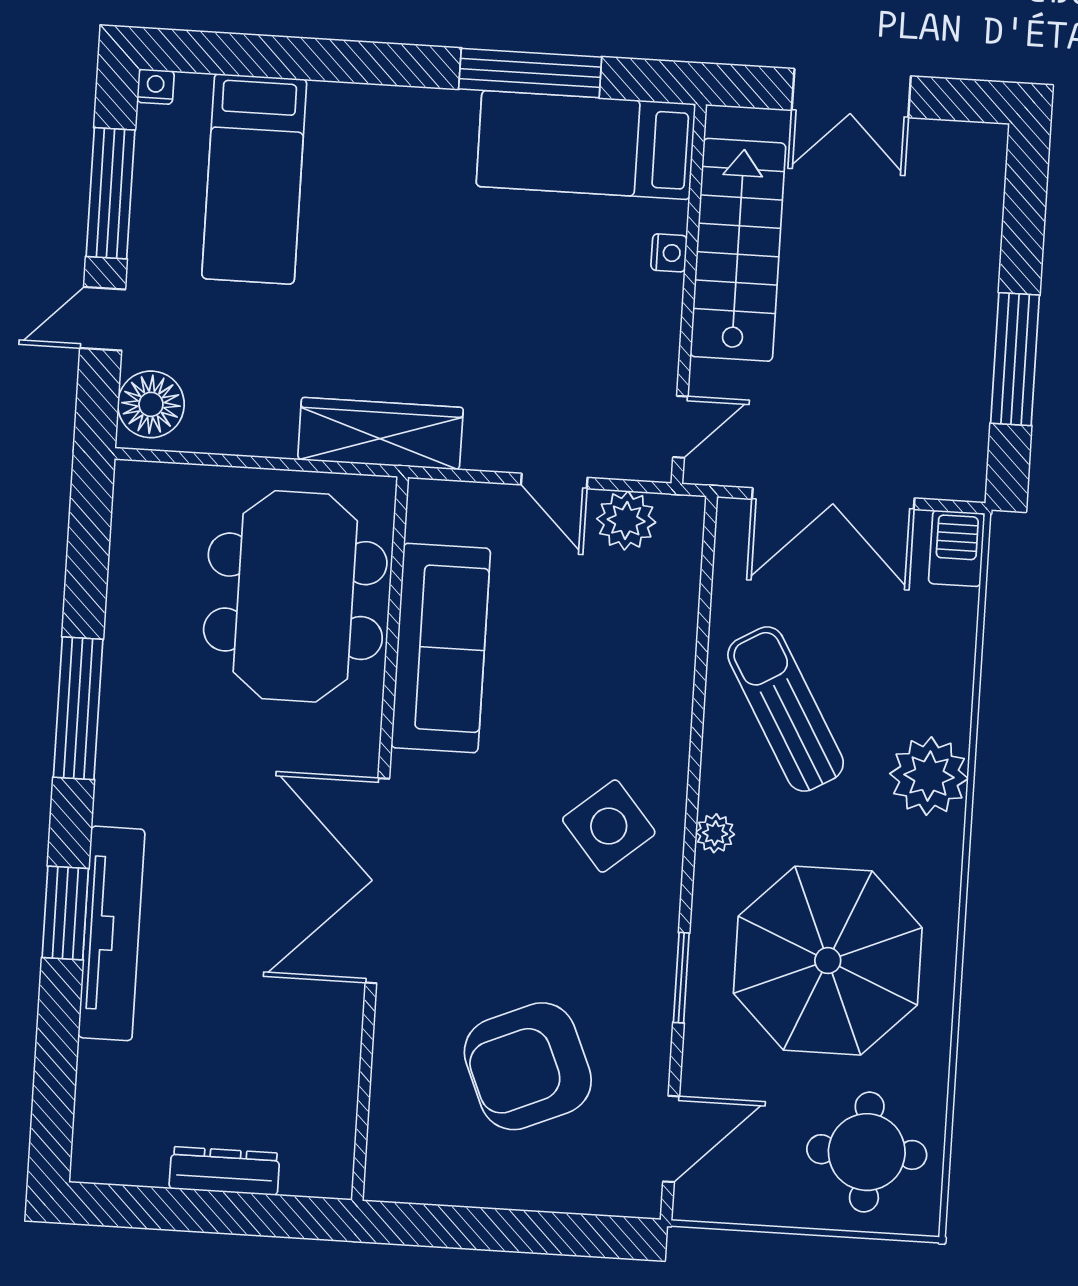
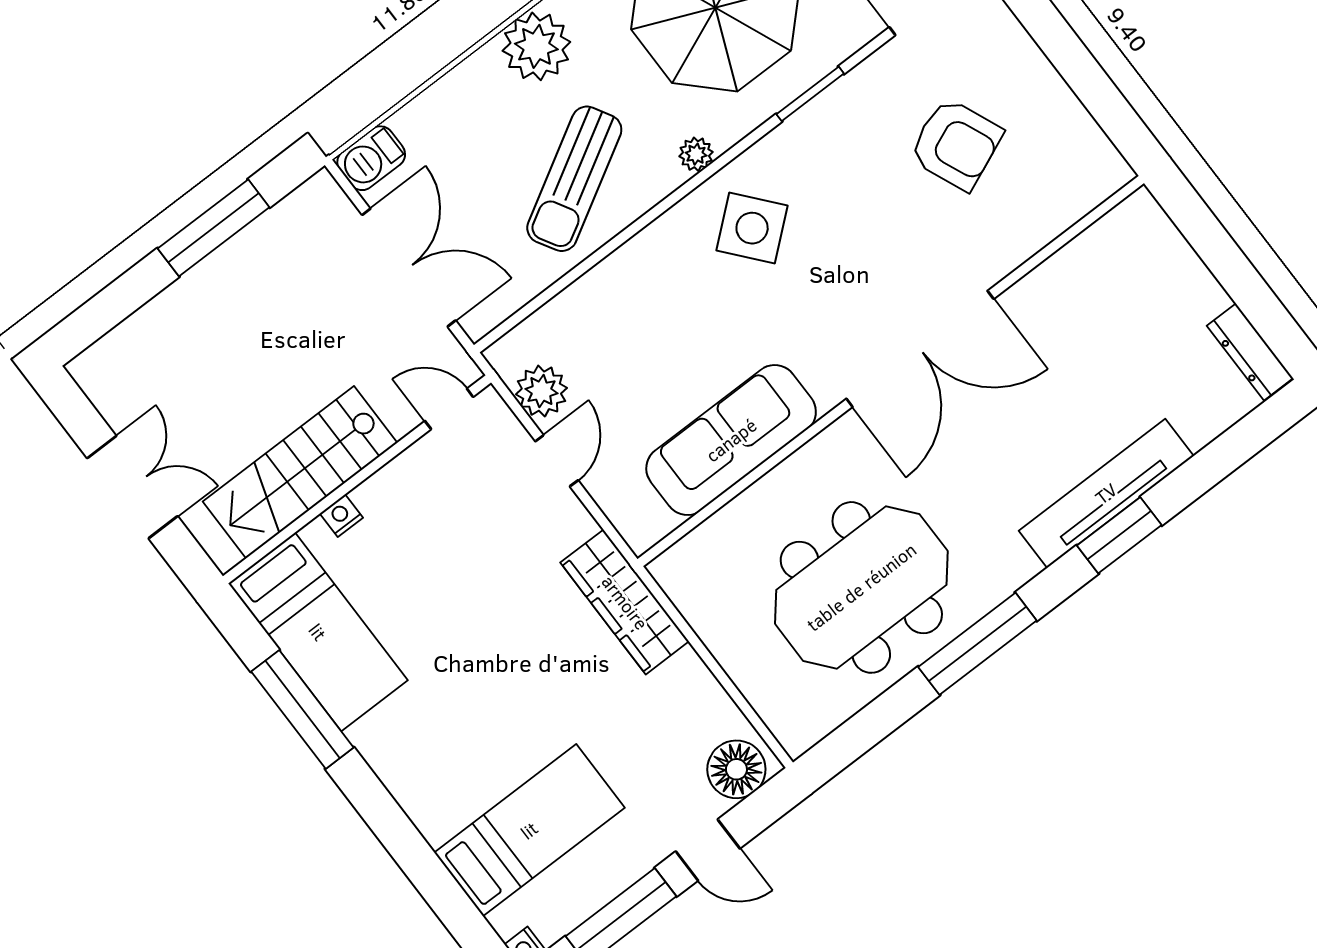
meeting table: (295, 596) -> (861, 587), moved
armchair: (528, 1066) -> (956, 144), width x0.73, depth x0.73
dresser: (224, 1171) -> (1250, 352), moved

